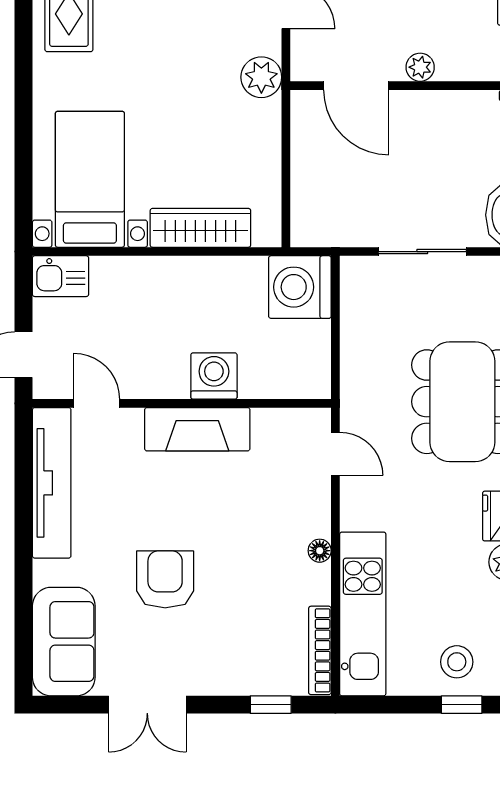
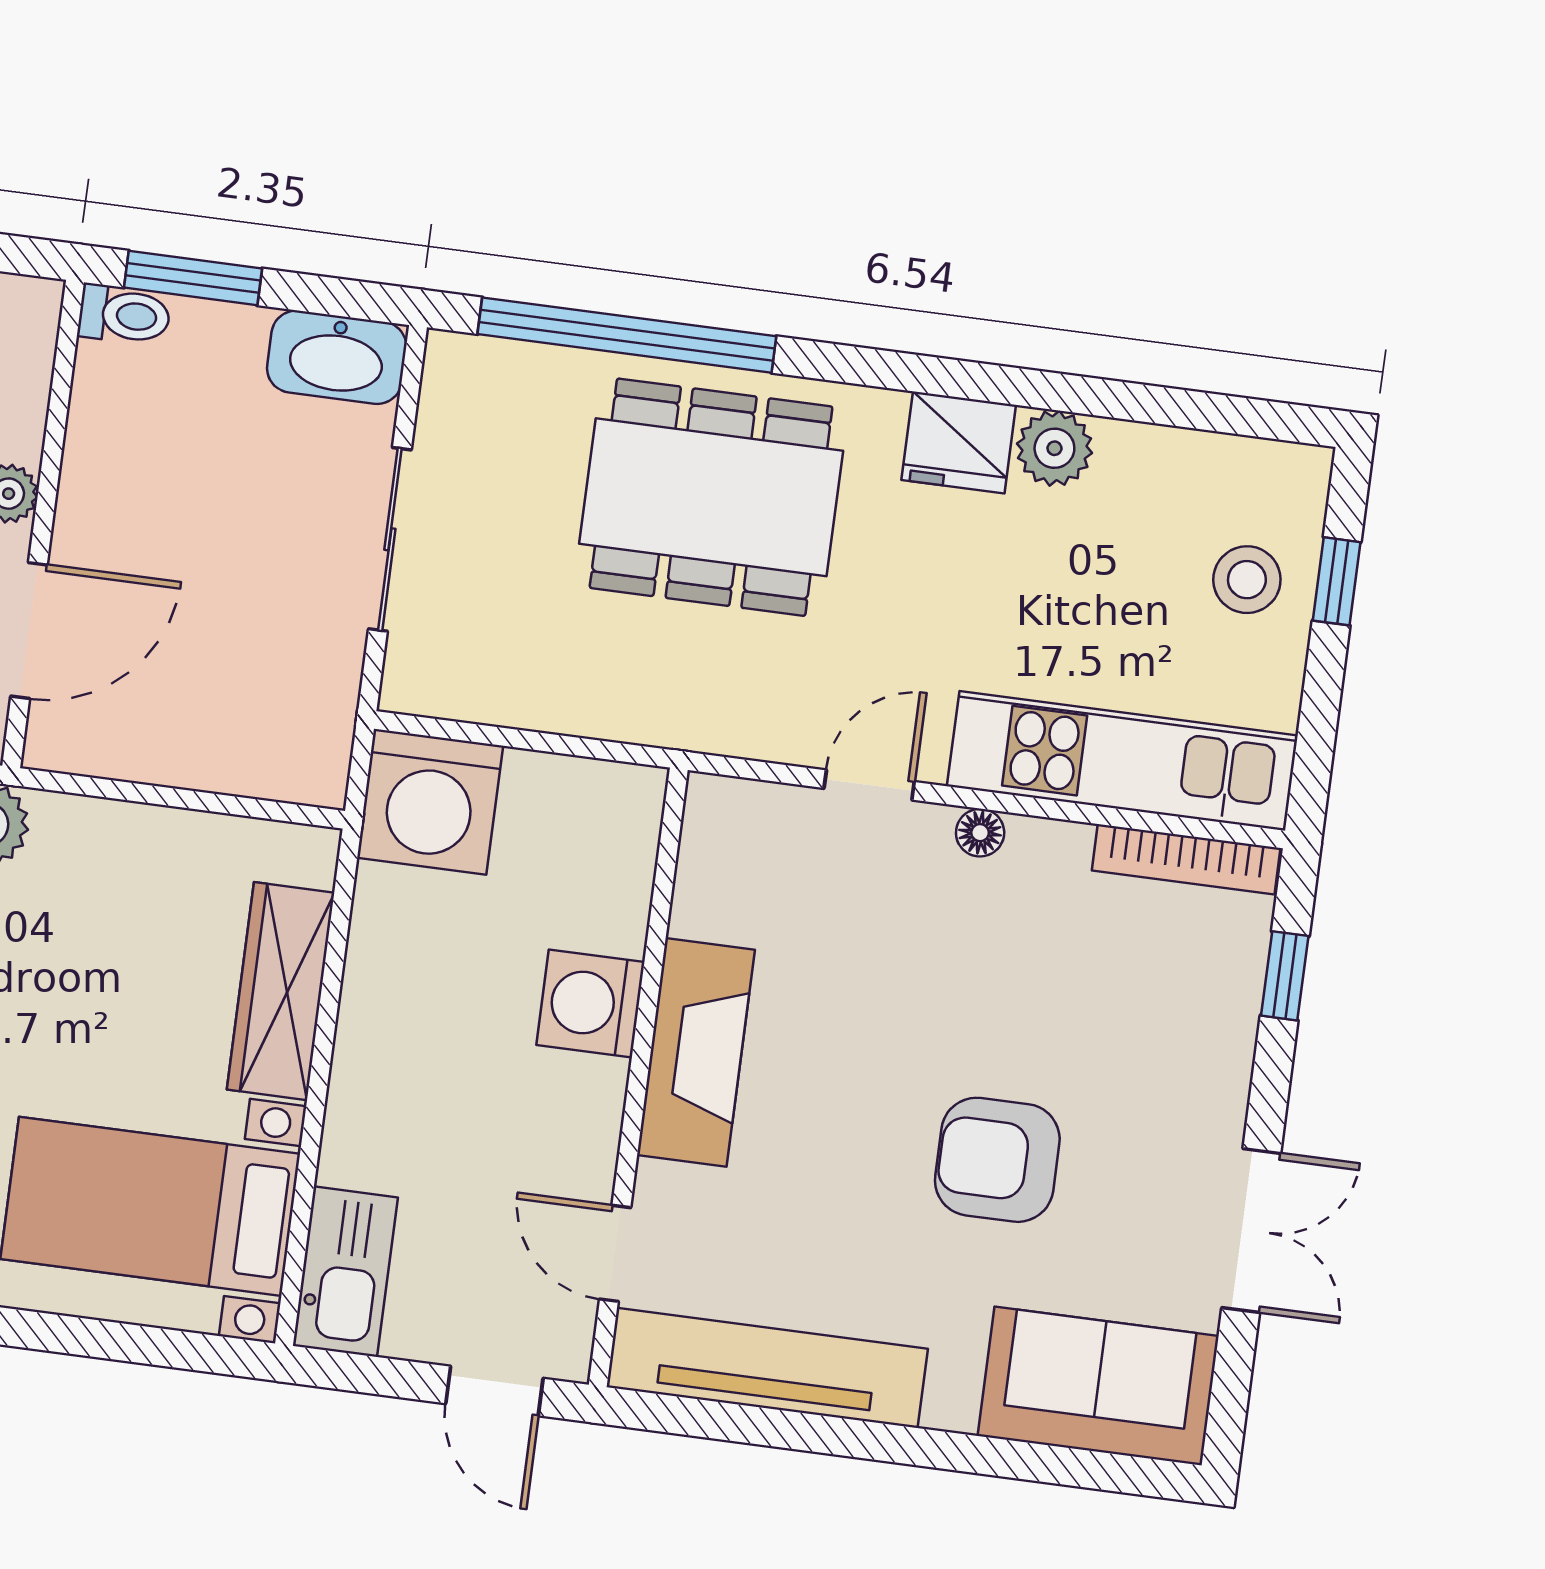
kitchen sink: (61, 276) -> (345, 1272), width x1.38
door: (97, 403) -> (615, 1253), hinge flipped
door: (335, 454) -> (869, 785), moved

